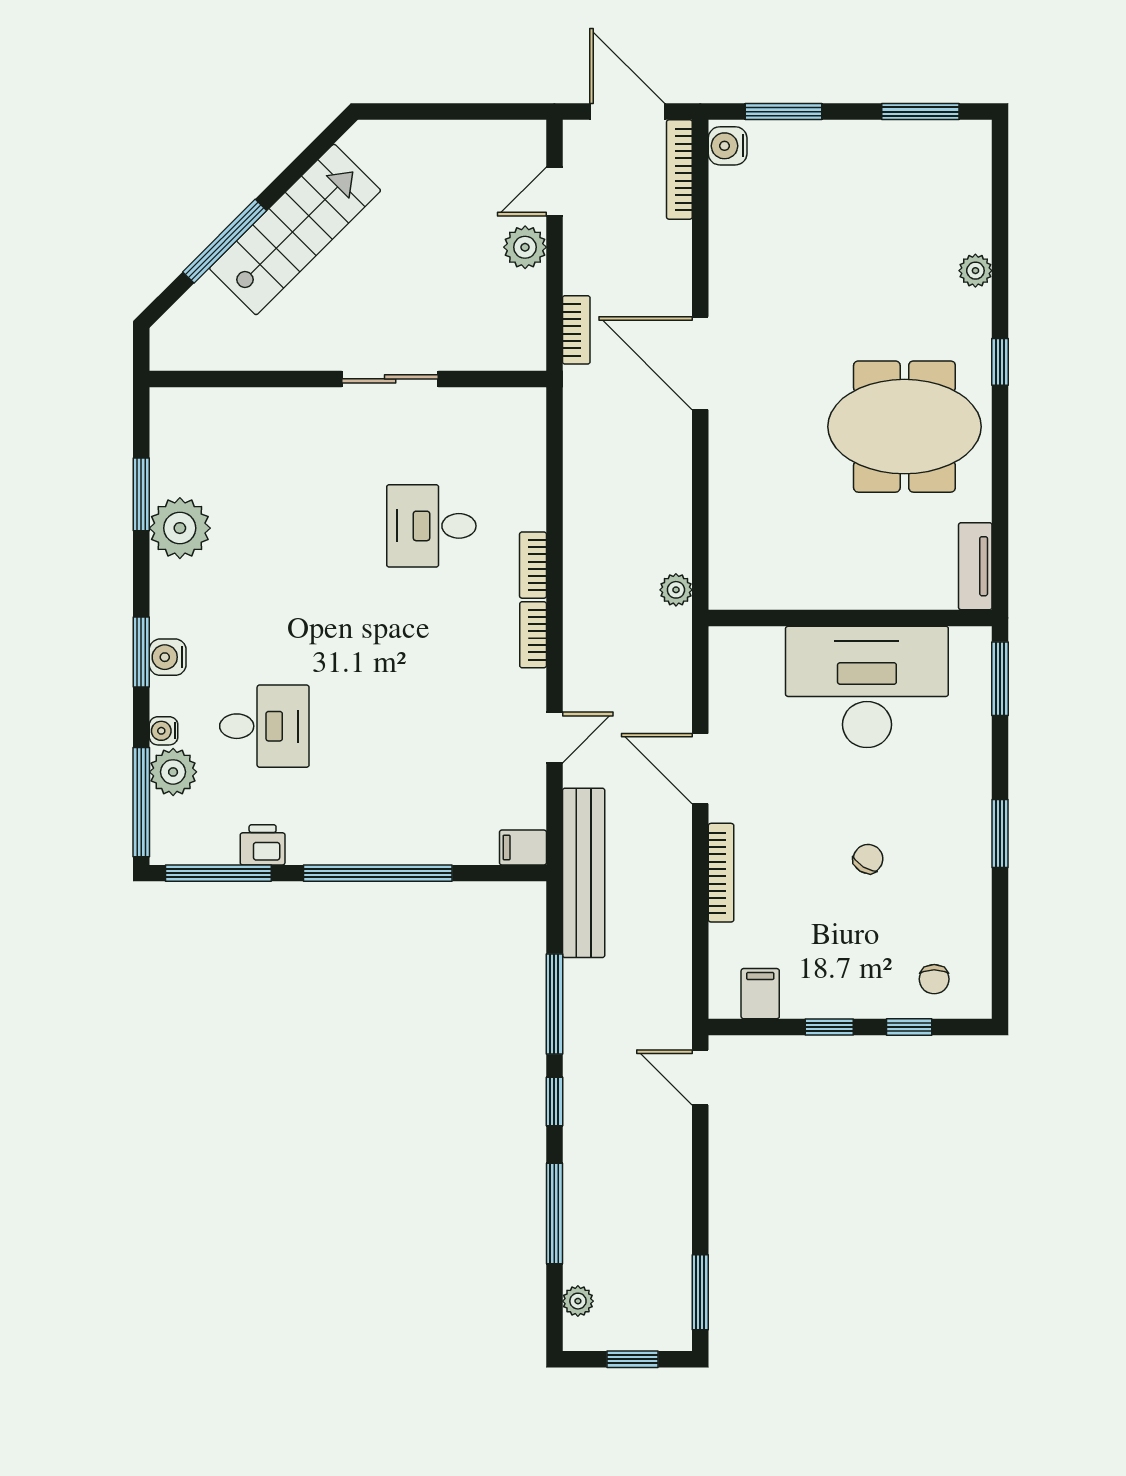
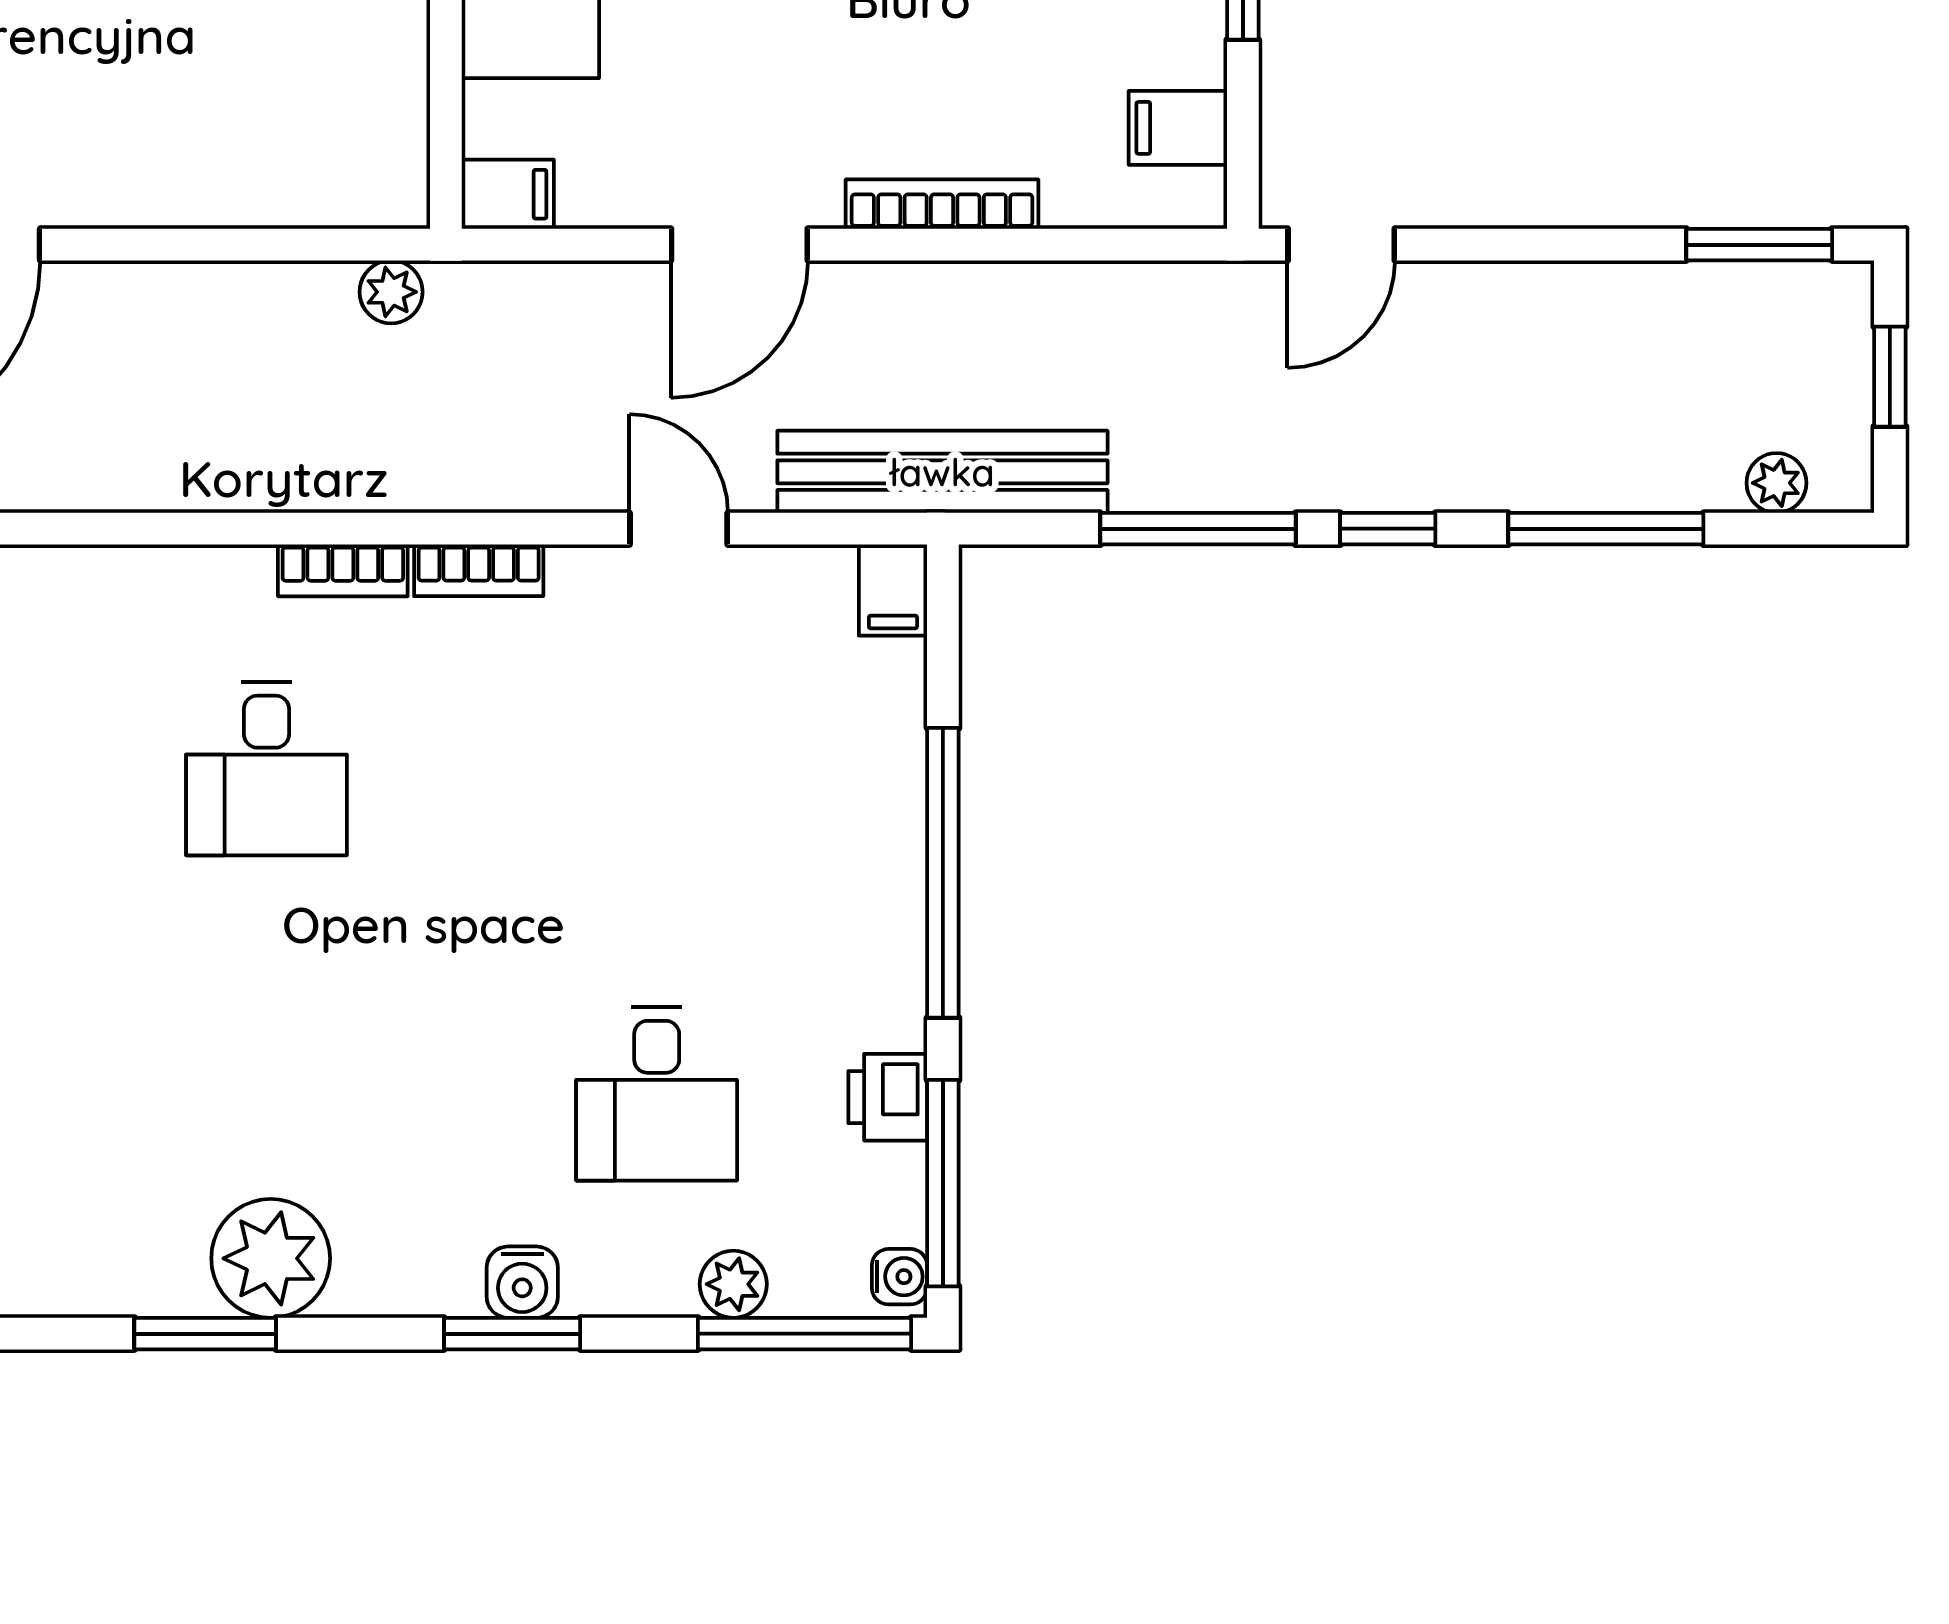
filing cabinet: (726, 650) -> (508, 194), added
desk: (264, 726) -> (657, 1094), turned 180
water cooler: (164, 731) -> (899, 1277), moved, turned -90
plant: (173, 772) -> (733, 1284), width x0.73, depth x0.73

